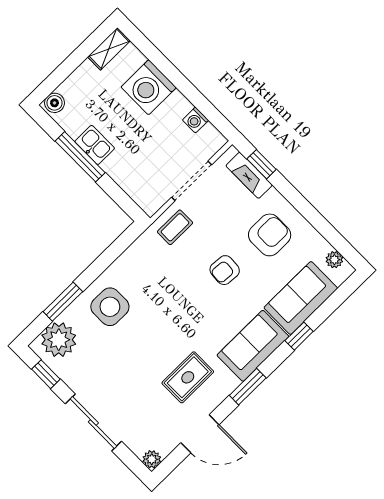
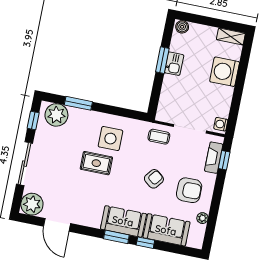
washing machine: (195, 120) -> (221, 124), moved
window: (80, 157) -> (162, 60), width x0.69
plant: (334, 260) -> (202, 218), moved
armchair: (225, 270) -> (154, 179), turned 124
side table: (110, 307) -> (110, 139), moved
rug: (188, 377) -> (96, 163), moved
window: (248, 387) -> (116, 237), moved
plant: (152, 459) -> (32, 204), width x1.88, depth x1.88

